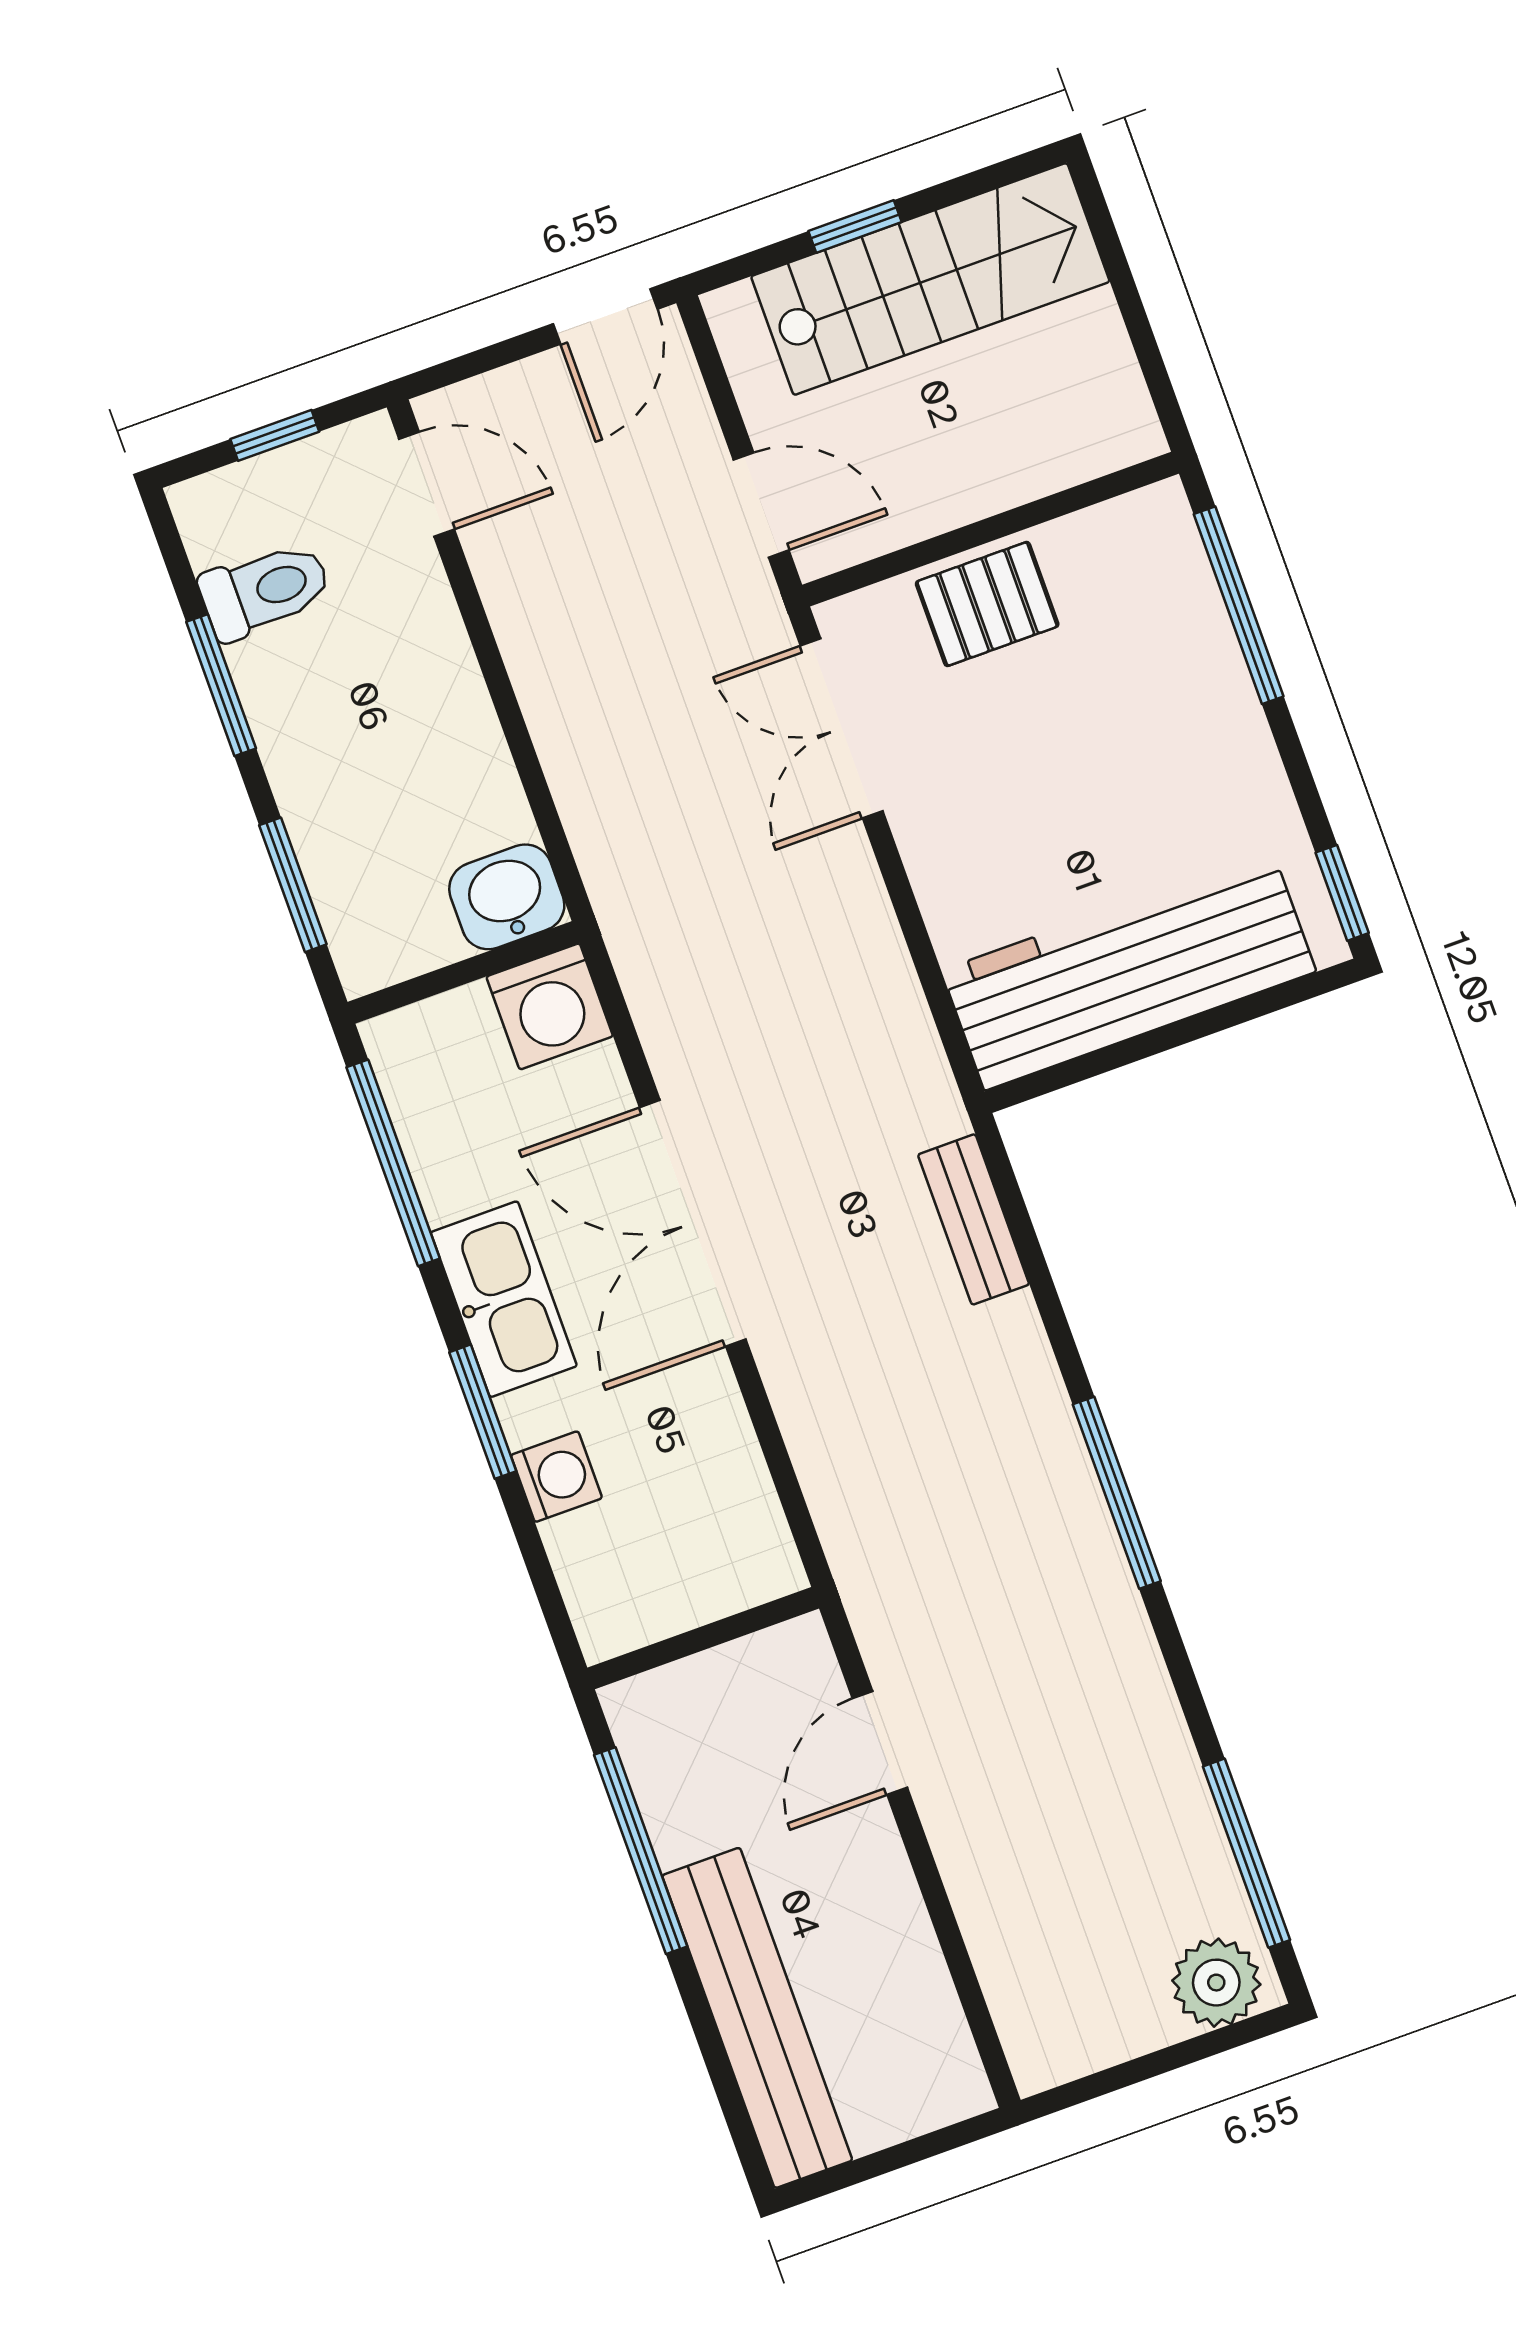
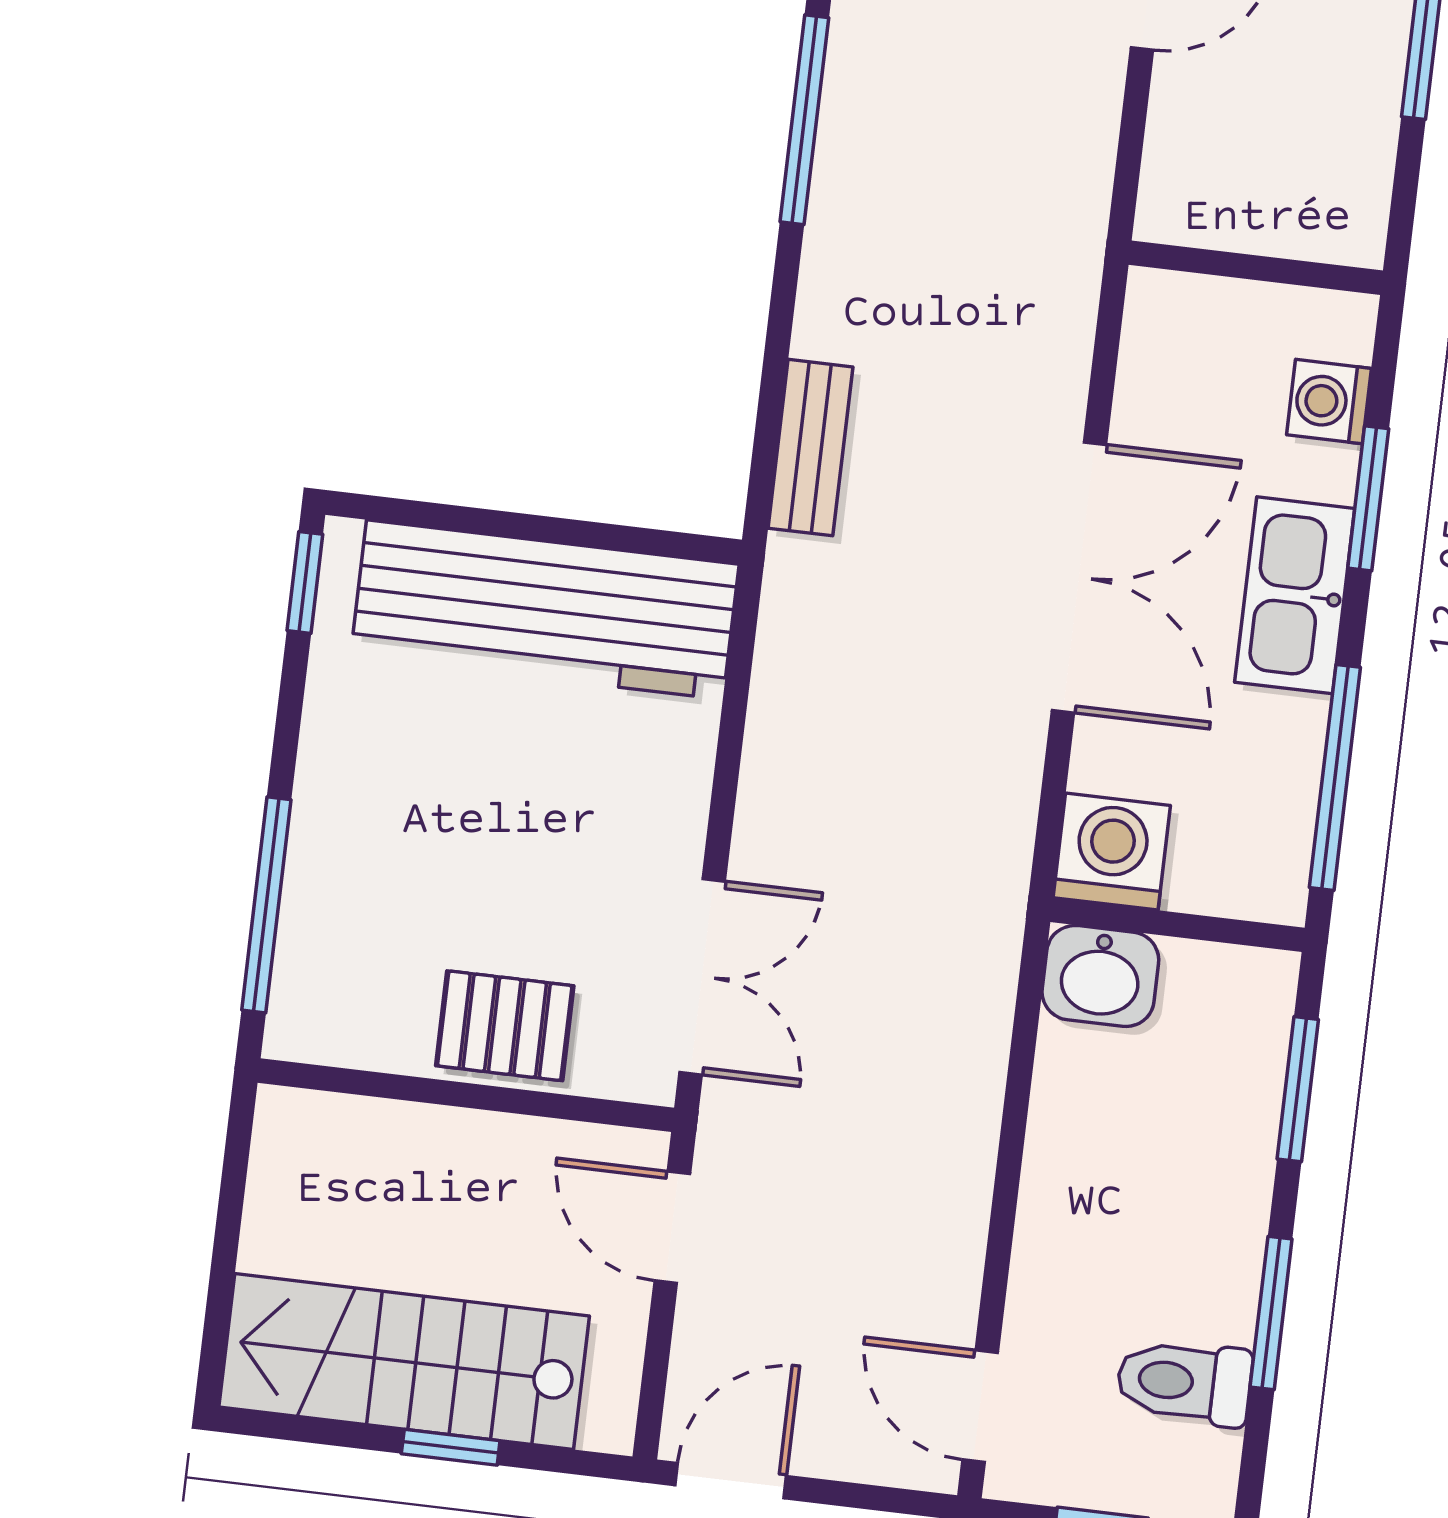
wall: (703, 1638) -> (1256, 268), moved

